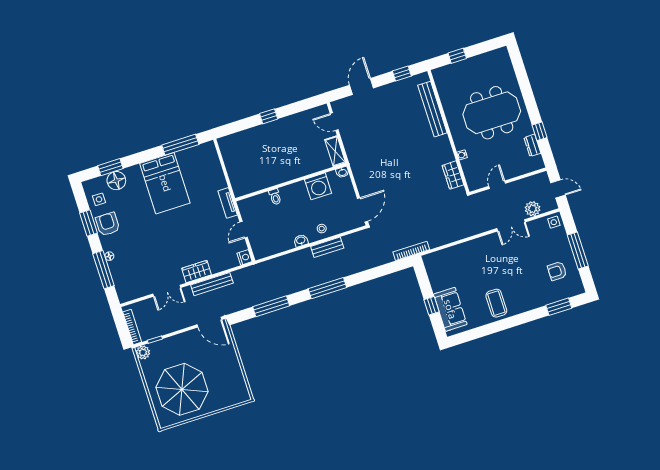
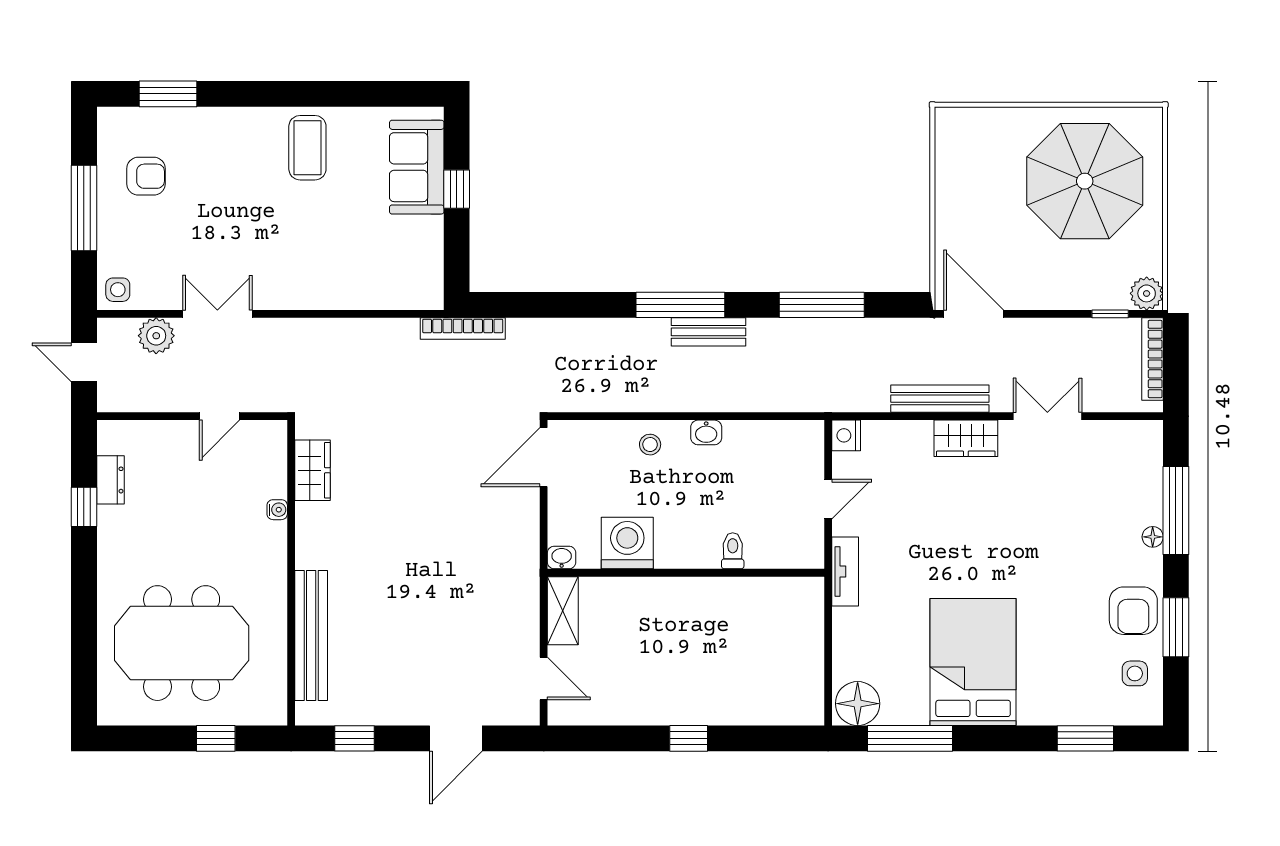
meeting table: (492, 113) -> (182, 643), moved
floor lamp: (116, 181) -> (858, 704), moved
bench: (327, 247) -> (709, 332), moved

